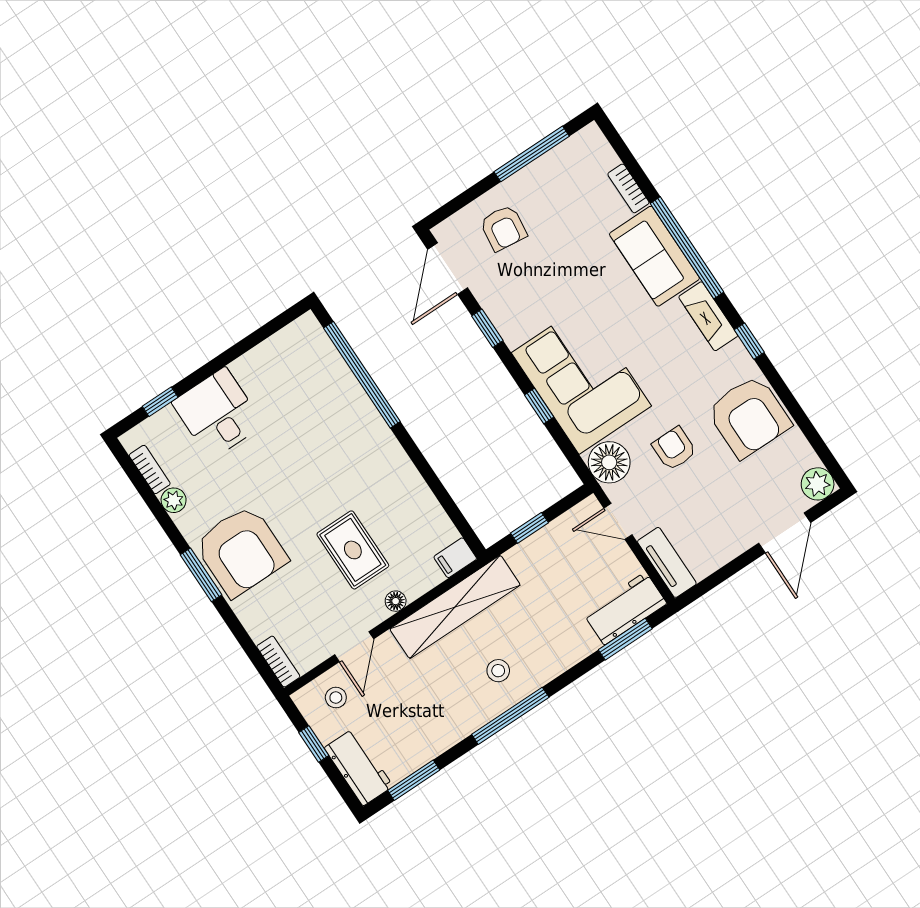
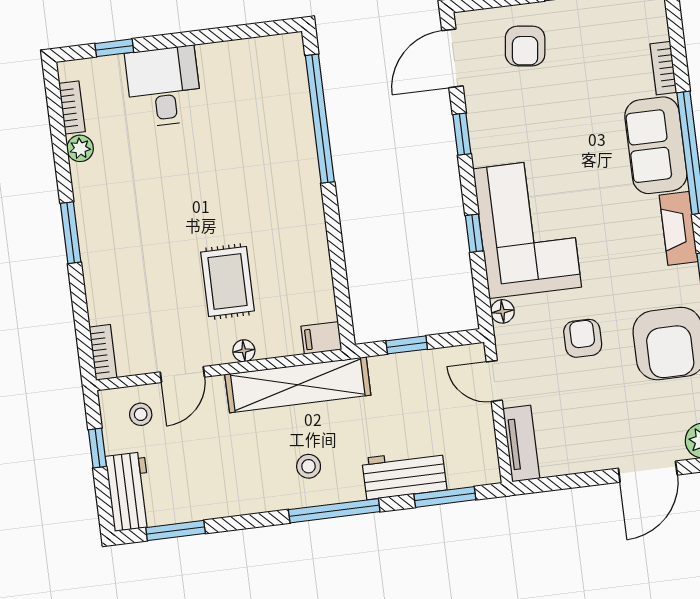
floor lamp: (609, 462) -> (502, 311), width x0.53, depth x0.53
armchair: (241, 551) -> (120, 229), removed
workbench: (625, 608) -> (404, 474), moved
window: (510, 716) -> (334, 511), moved

